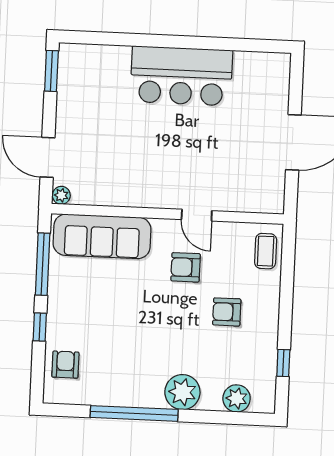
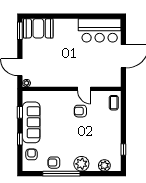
booth: (95, 67) -> (38, 28), added
bar counter: (181, 76) -> (100, 30), moved
sofa: (102, 236) -> (31, 122), moved, turned -90
window: (43, 264) -> (20, 112), width x0.46
armchair: (227, 312) -> (54, 163), moved

